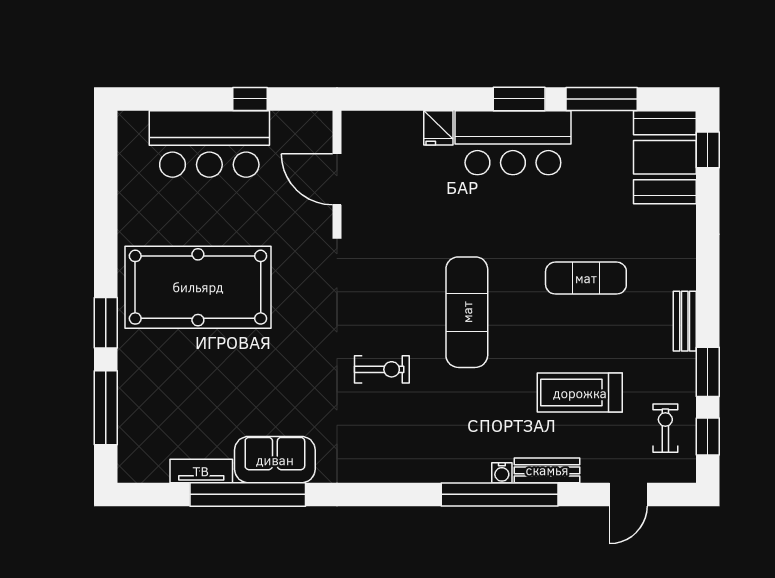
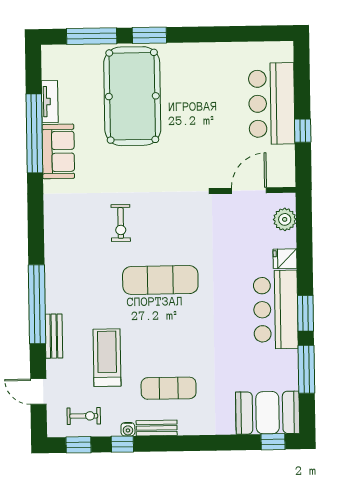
plant: (380, 128) -> (285, 219), added
exercise mat: (586, 278) -> (169, 388), moved, turned 90
pool table: (198, 287) -> (132, 96), moved
window: (708, 372) -> (122, 444), width x0.67
water cooler: (502, 473) -> (128, 429), moved, turned -90

